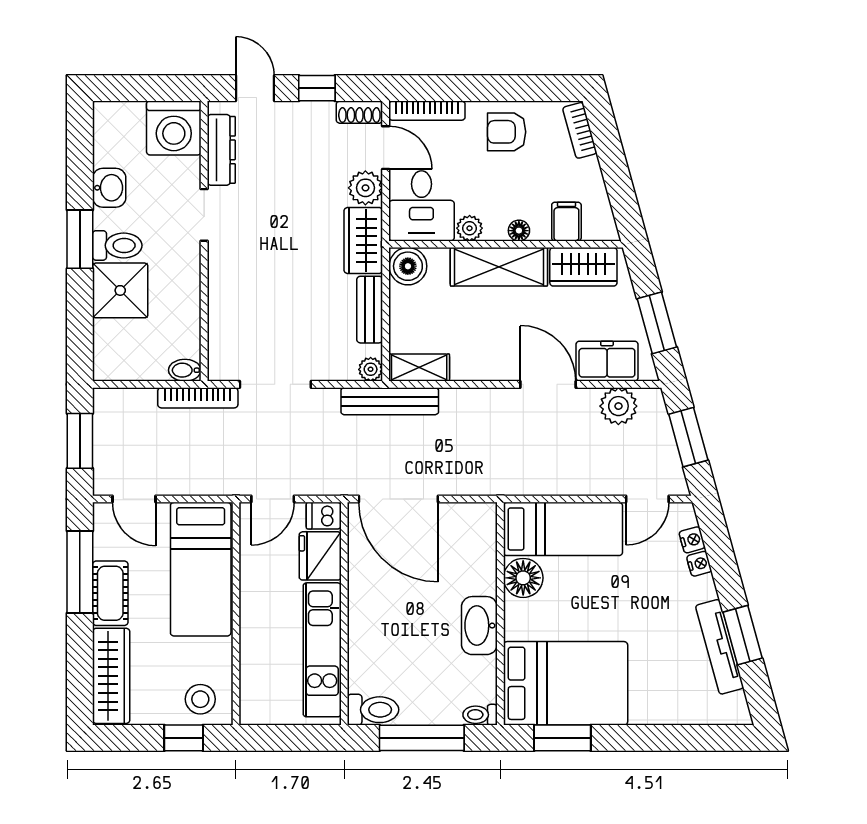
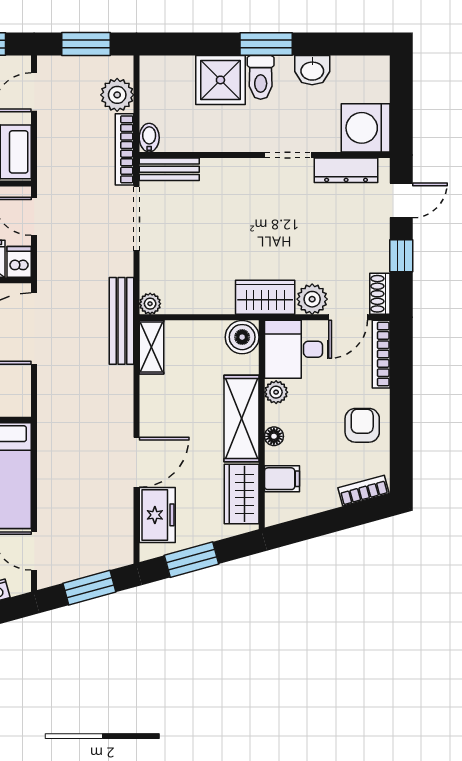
bench: (370, 310) -> (169, 169), moved
plant: (618, 406) -> (117, 95), moved

